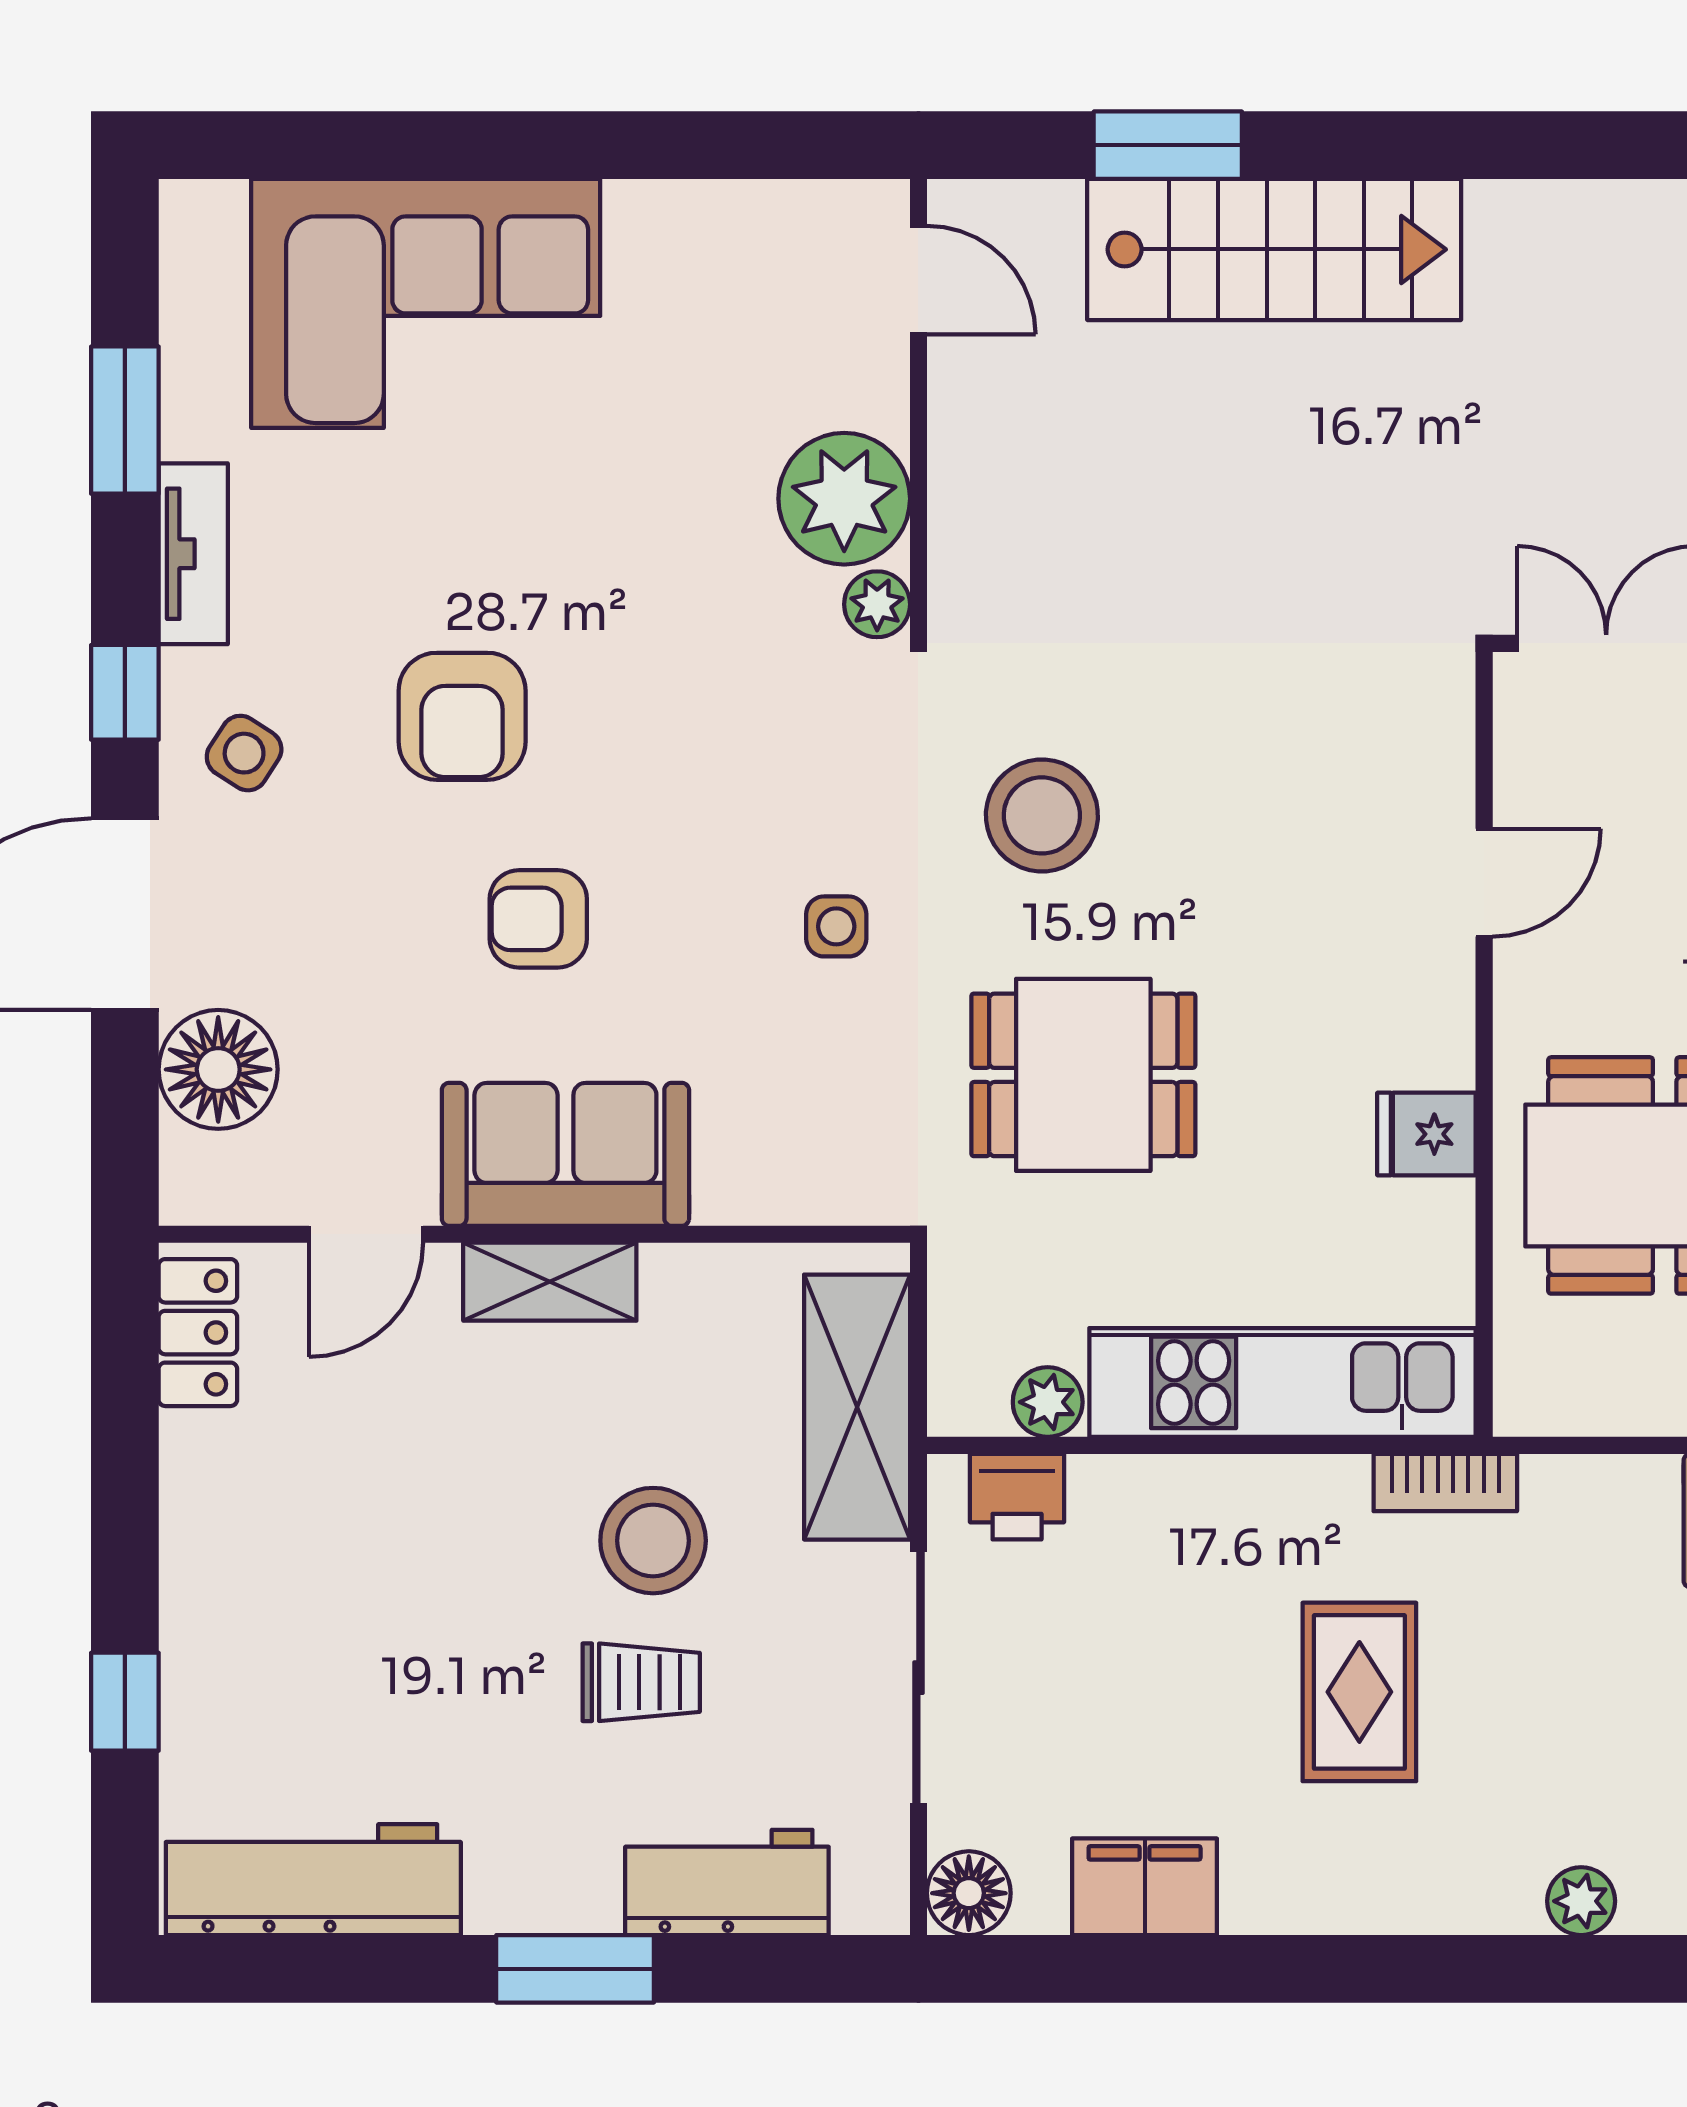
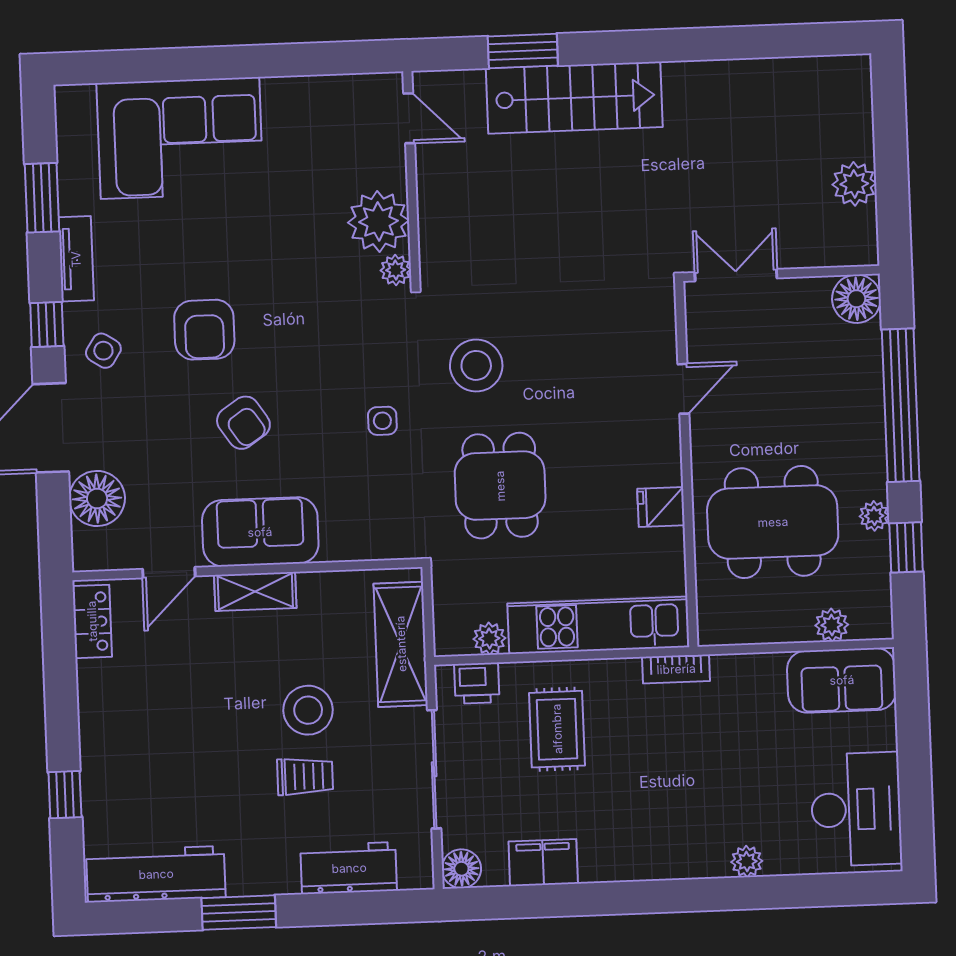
armchair: (538, 919) -> (243, 423), turned -124
dining table: (1083, 1075) -> (500, 486), turned 90
rug: (1359, 1692) -> (557, 729), moved
window: (575, 1969) -> (239, 913), moved

